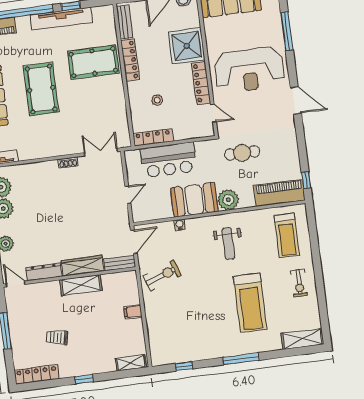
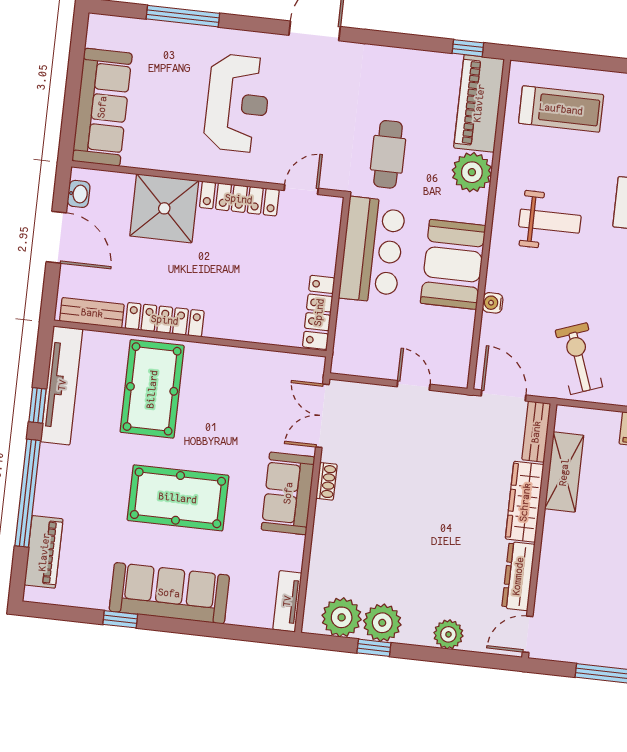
tv unit: (61, 19) -> (62, 385), moved
reception desk: (249, 70) -> (237, 103), width x0.74, depth x0.77
stool: (157, 100) -> (251, 288), removed
sofa: (57, 144) -> (288, 493), added
bar counter: (168, 160) -> (372, 250), moved
plant: (228, 200) -> (472, 172), moved
shelving: (81, 285) -> (564, 472), moved

